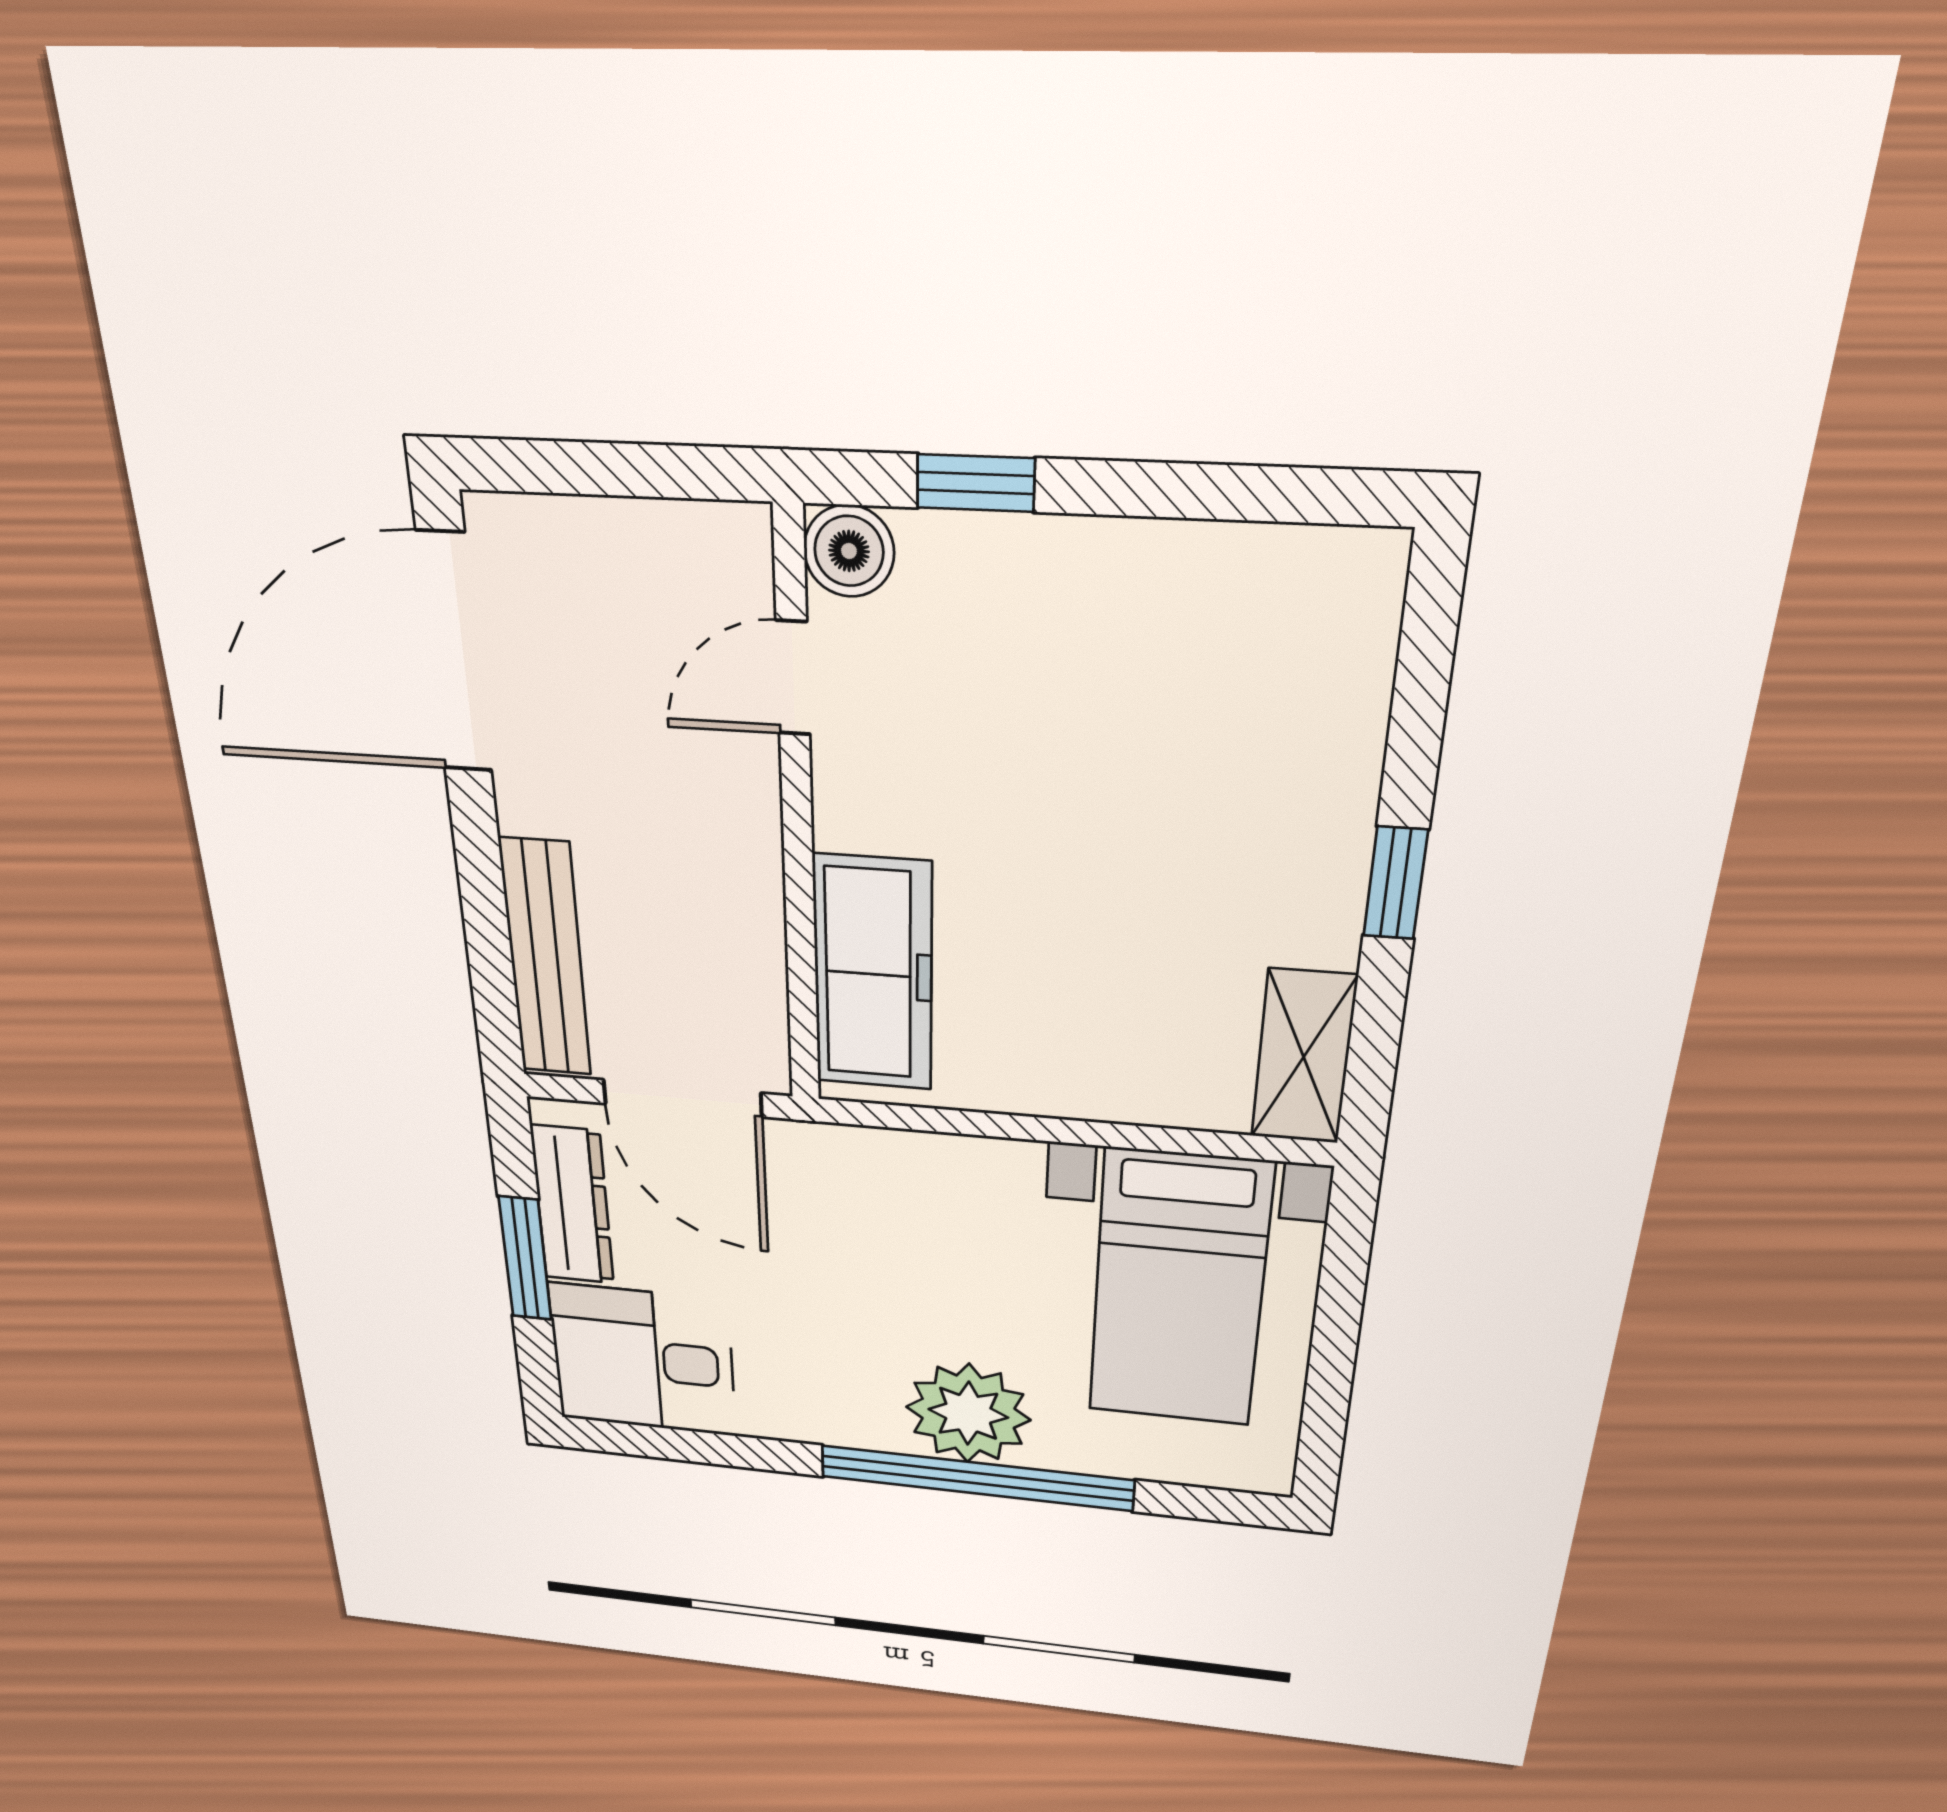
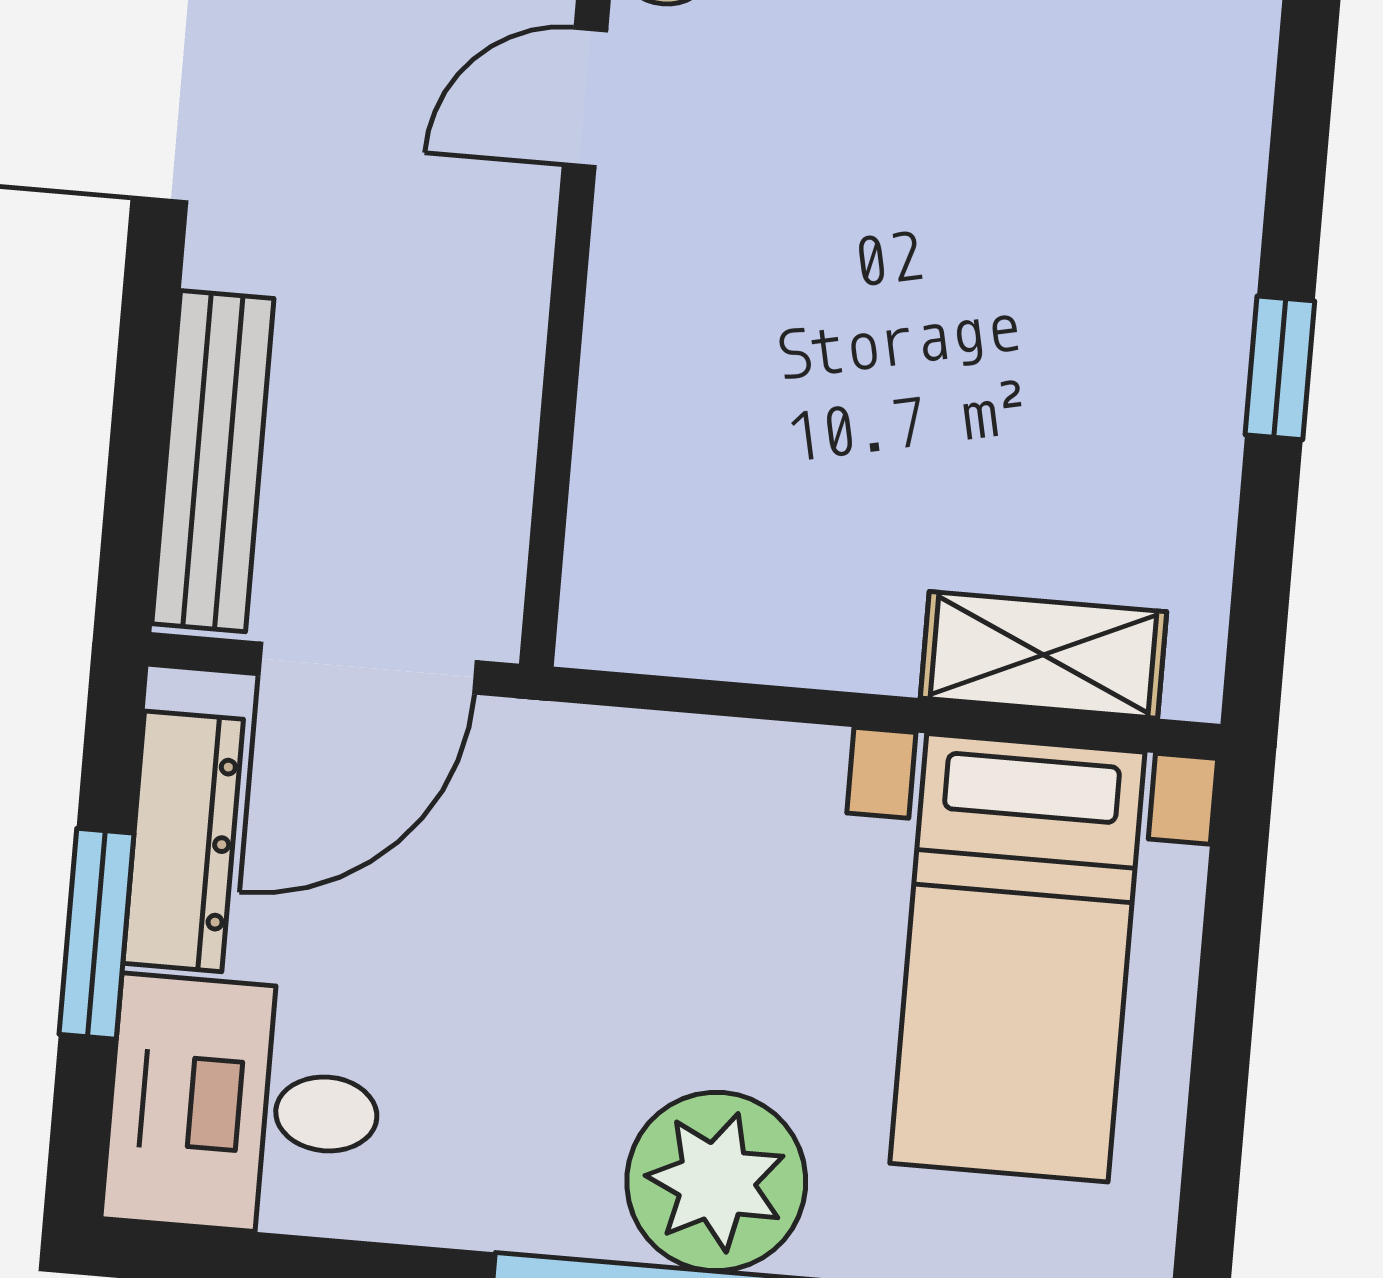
freezer: (873, 974) -> (644, 485), removed
shelving: (1304, 1057) -> (1043, 655), moved, turned 90
door: (682, 1098) -> (368, 668), hinge flipped

